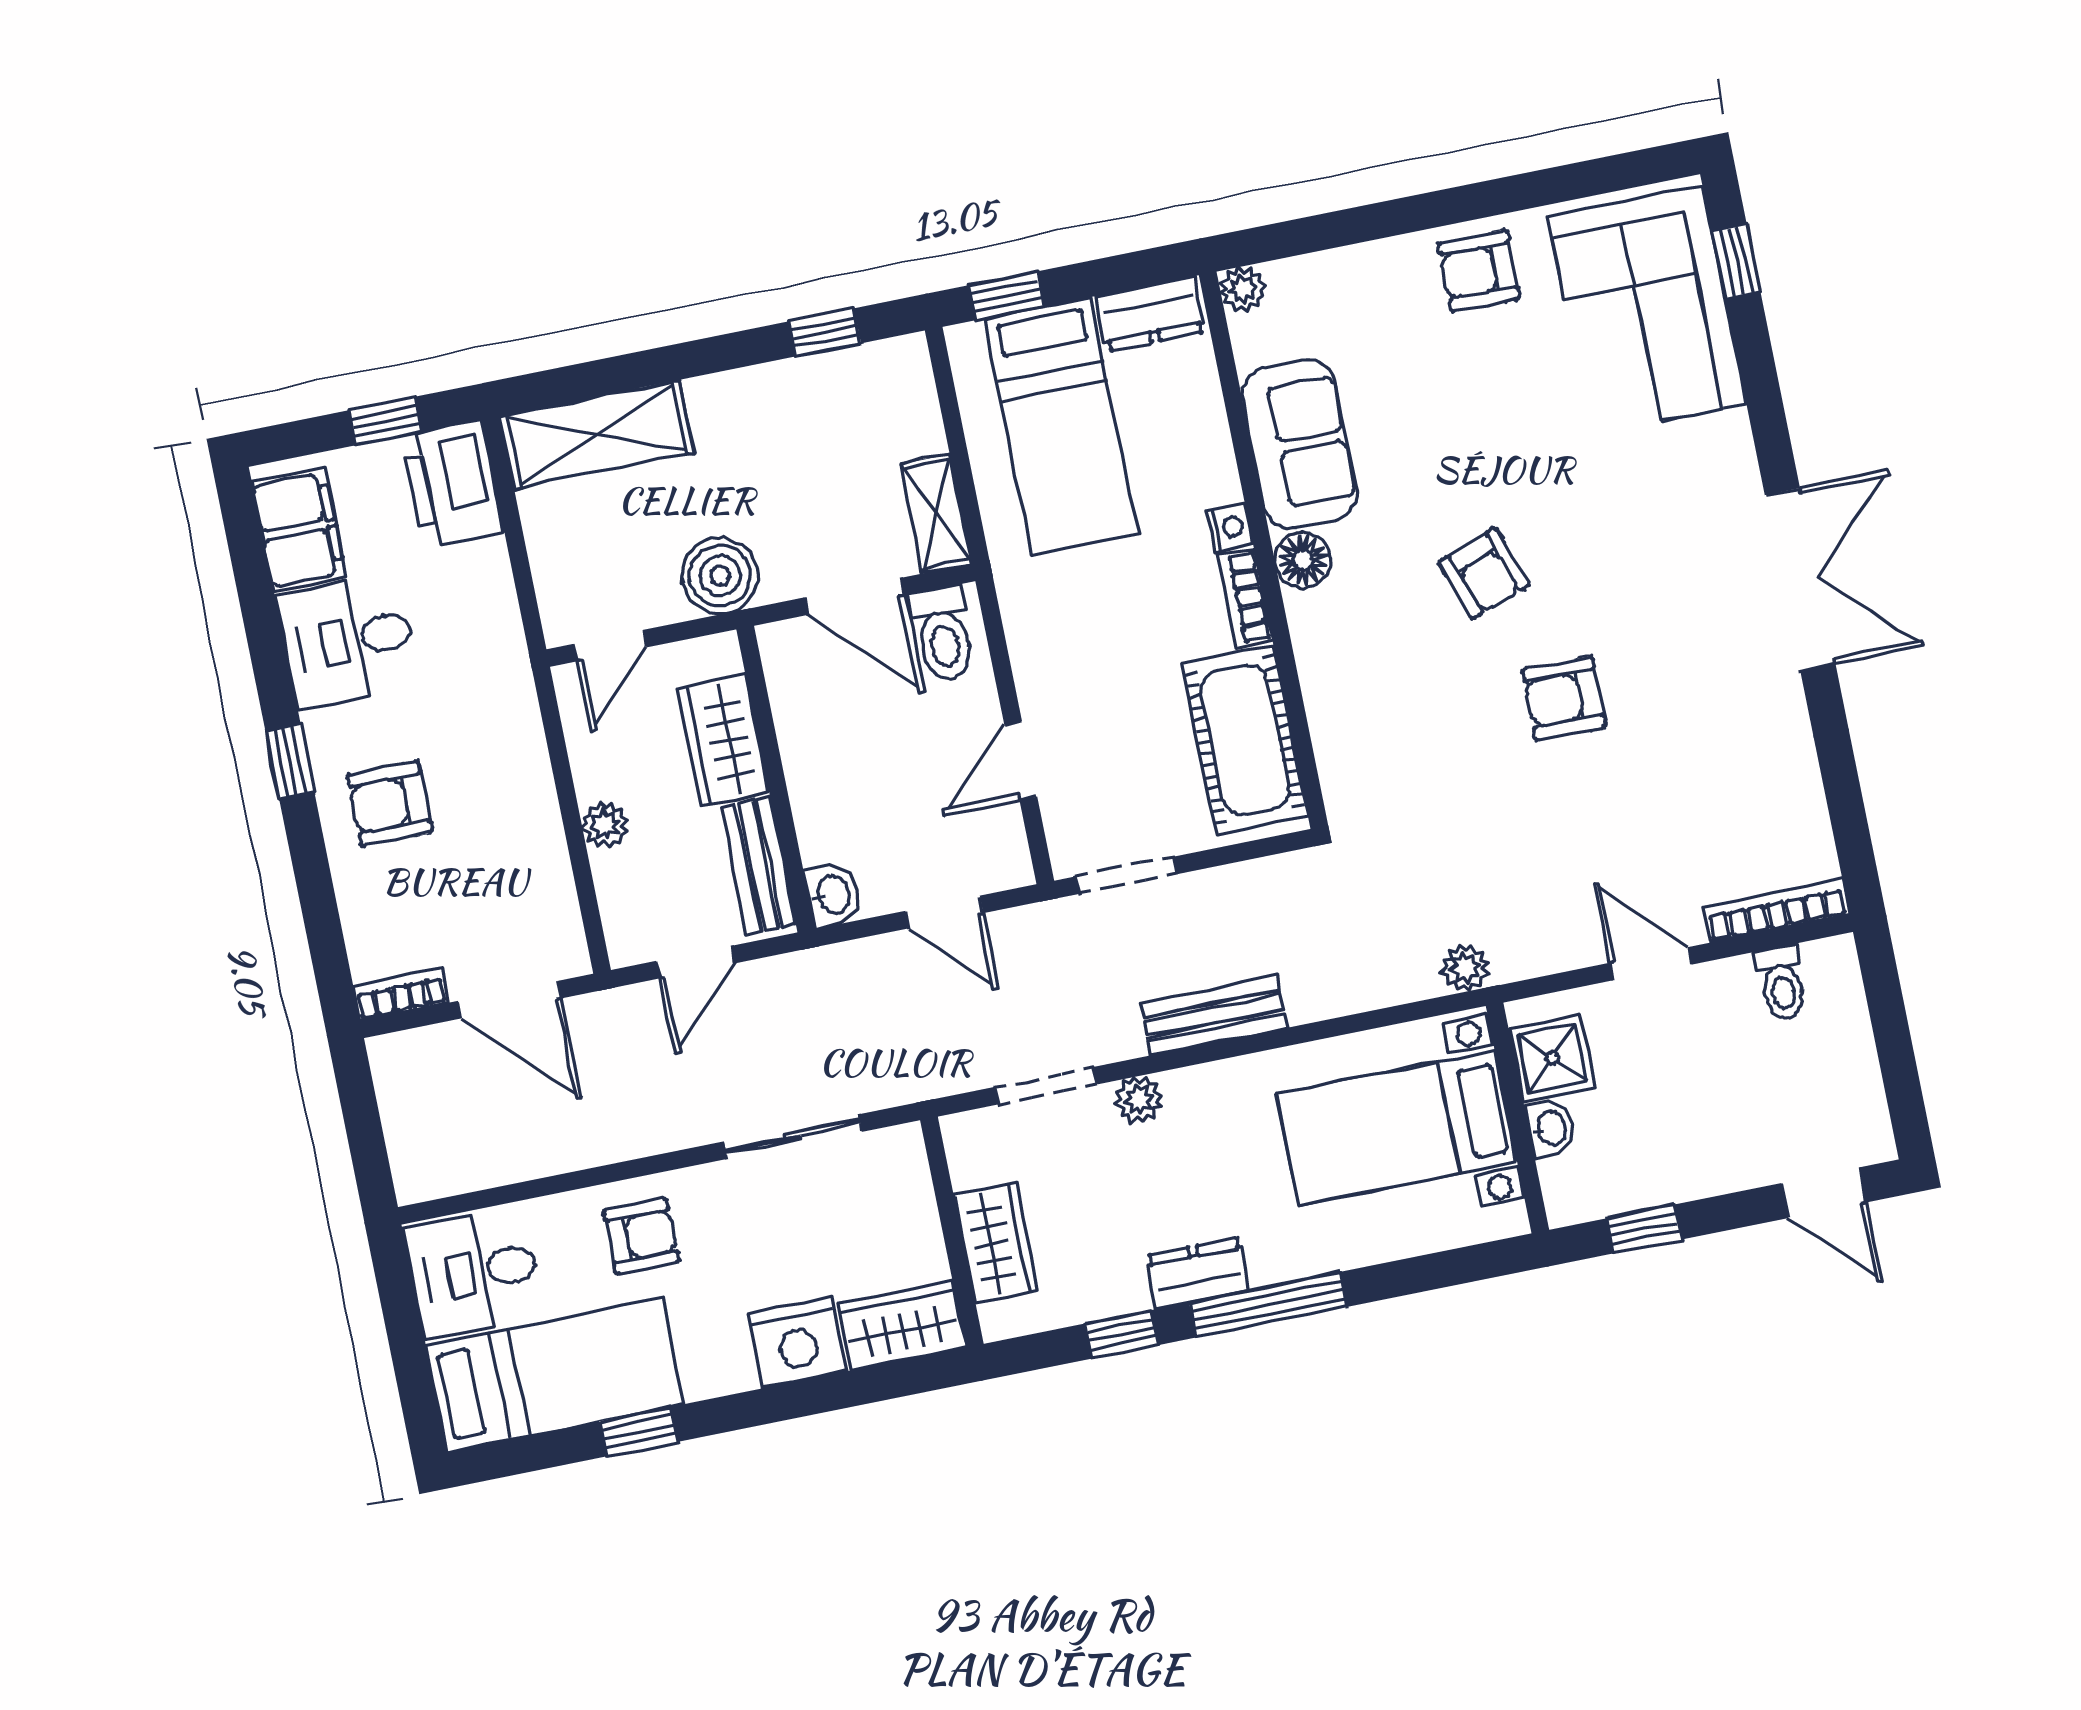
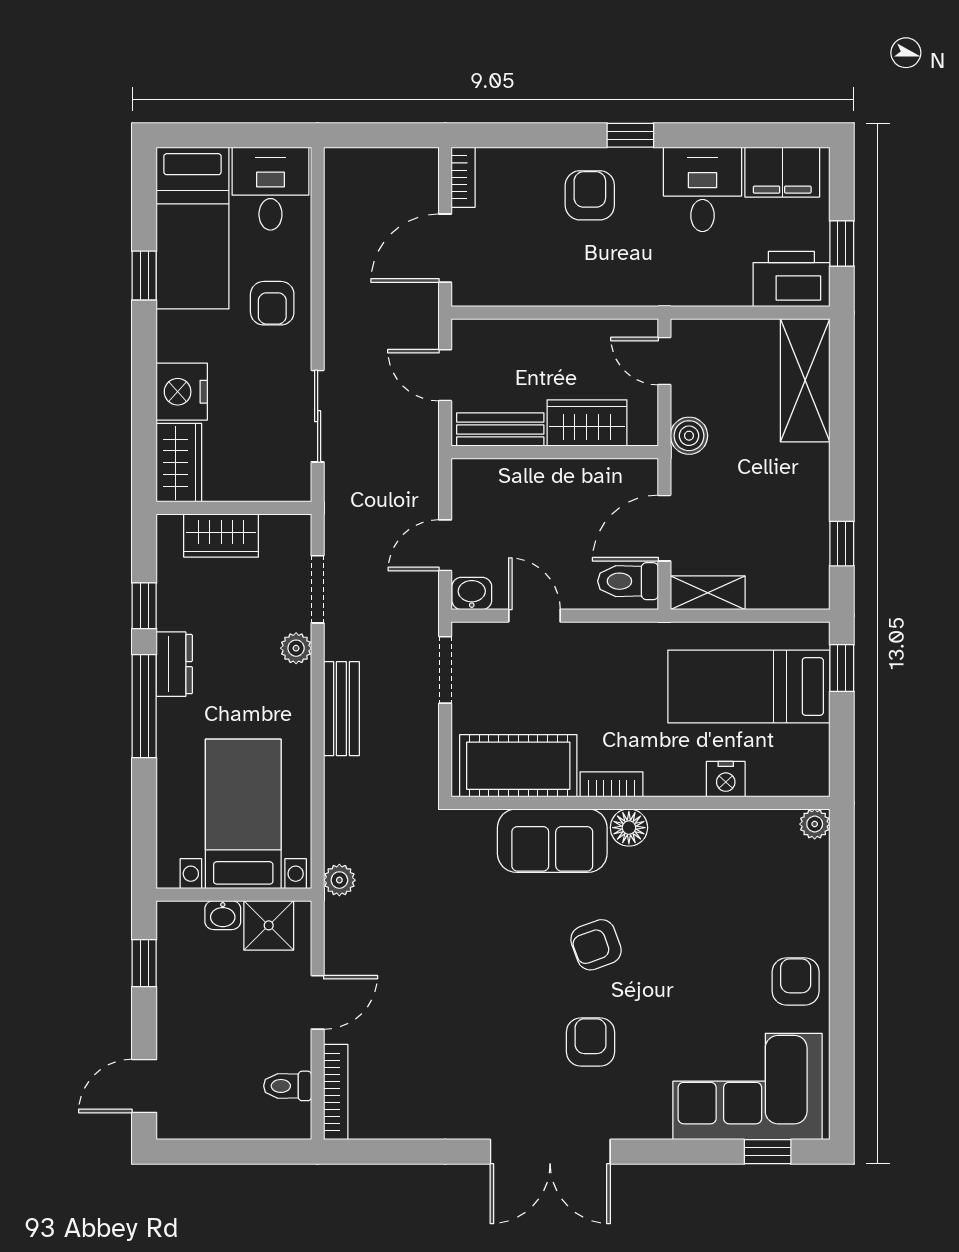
dresser: (1150, 314) -> (811, 760), removed
sofa: (1299, 444) -> (552, 841), moved
nightstand: (1230, 527) -> (726, 779), moved, width x1.39, depth x1.35
boiler: (720, 576) -> (689, 436), width x0.73, depth x0.73
armchair: (1564, 698) -> (591, 1042), moved
plant: (605, 825) -> (547, 334), removed
washbasin: (833, 895) -> (472, 593), moved, turned 180

